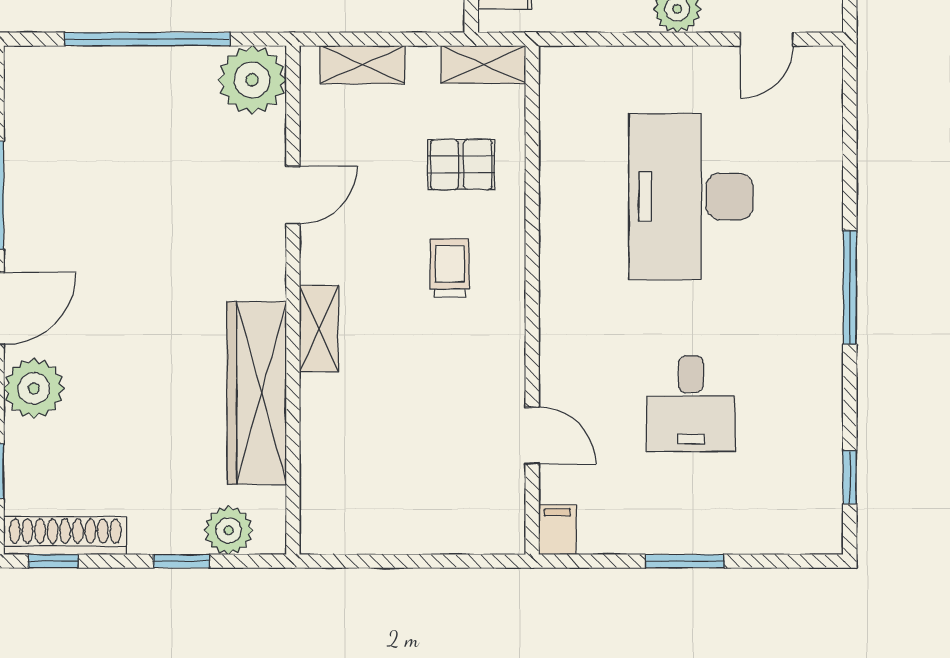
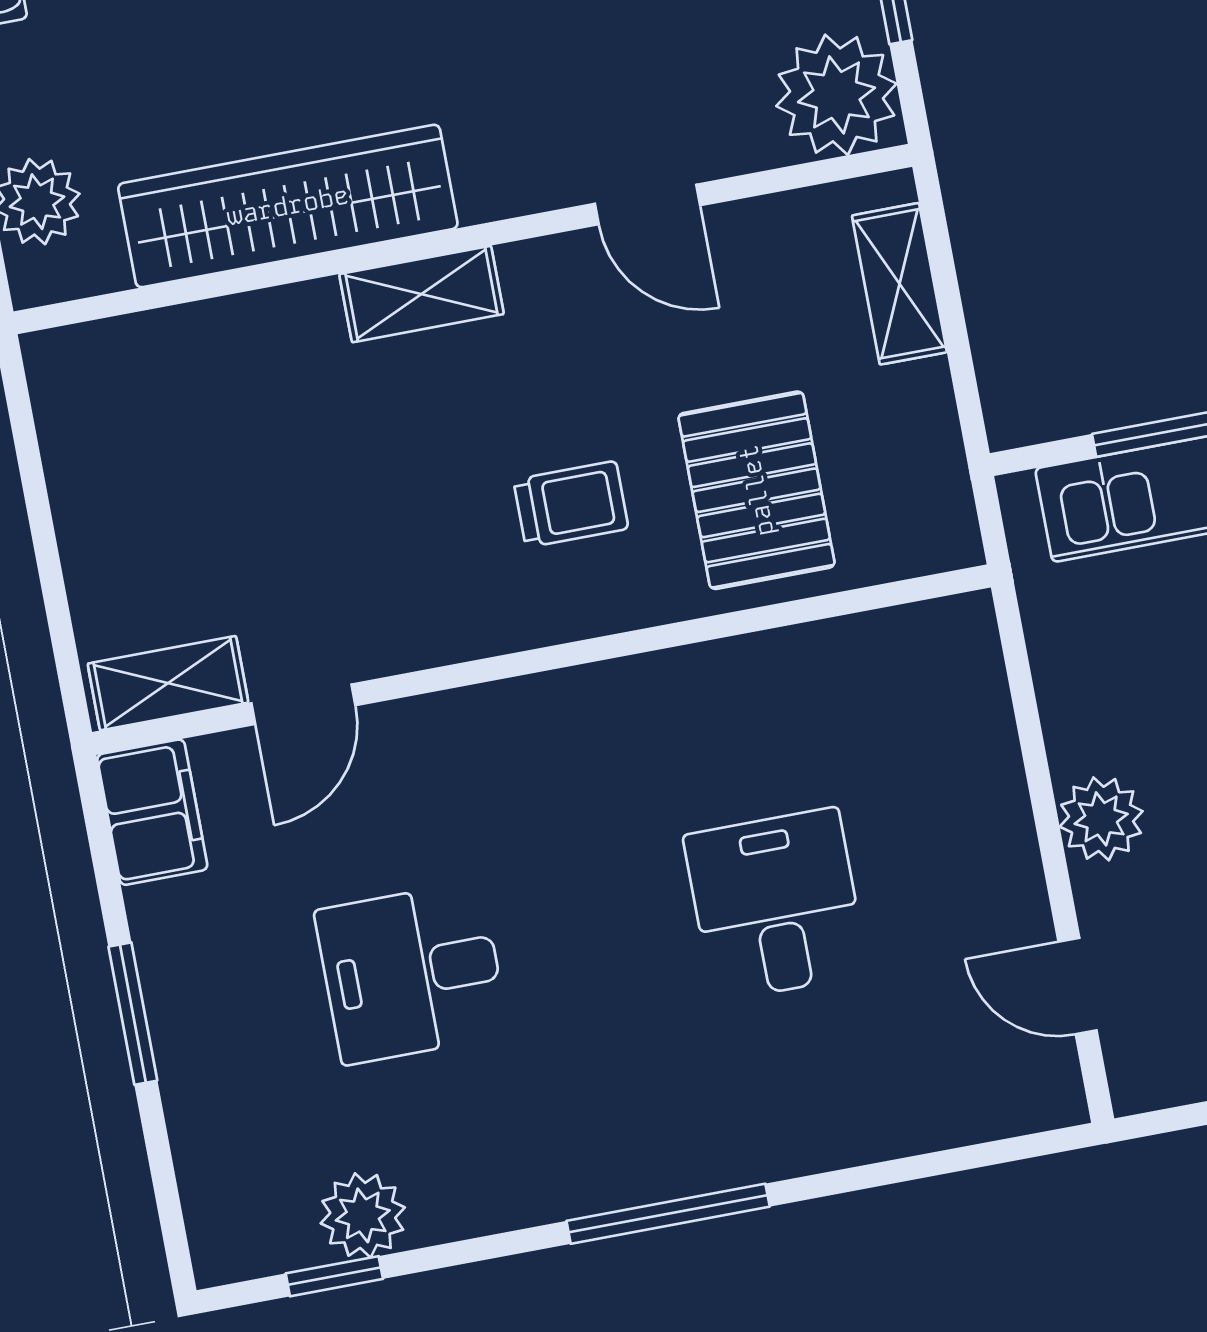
shelving: (483, 65) -> (168, 683), moved, turned 90
pallet: (461, 165) -> (757, 490), width x1.50, depth x1.42
desk: (691, 197) -> (776, 905), width x0.53, depth x0.77
plant: (819, 456) -> (363, 1215), added
filing cabinet: (557, 530) -> (152, 812), width x2.00

